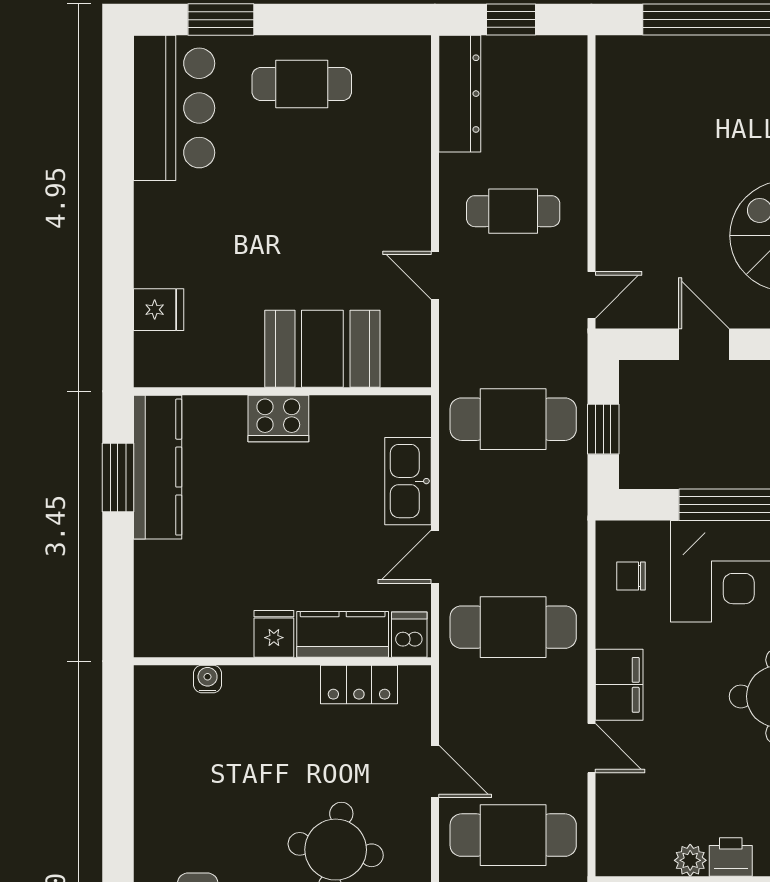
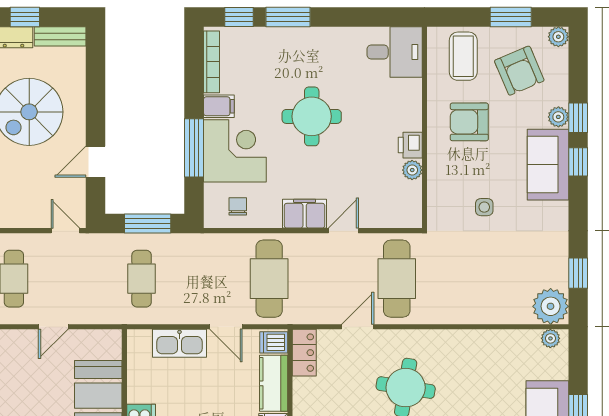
cafe table: (513, 419) -> (142, 279), width x0.73, depth x0.74
window: (603, 429) -> (148, 223), width x1.50
chair: (631, 576) -> (238, 206), turned 180
locker: (359, 684) -> (304, 353), moved

